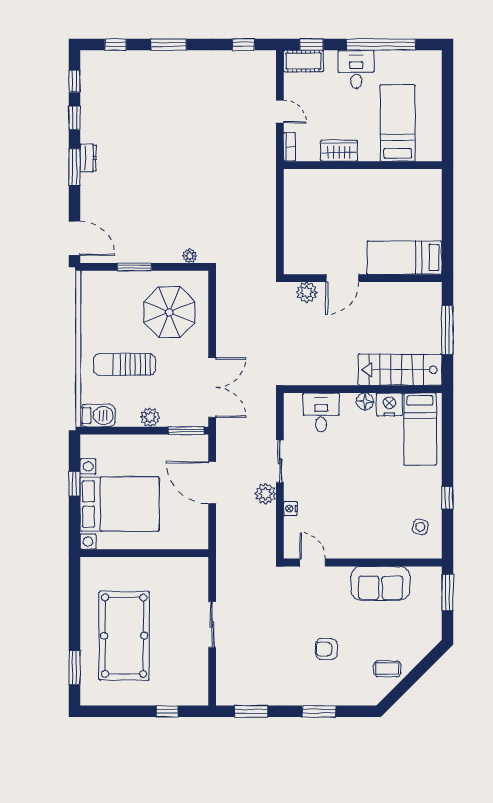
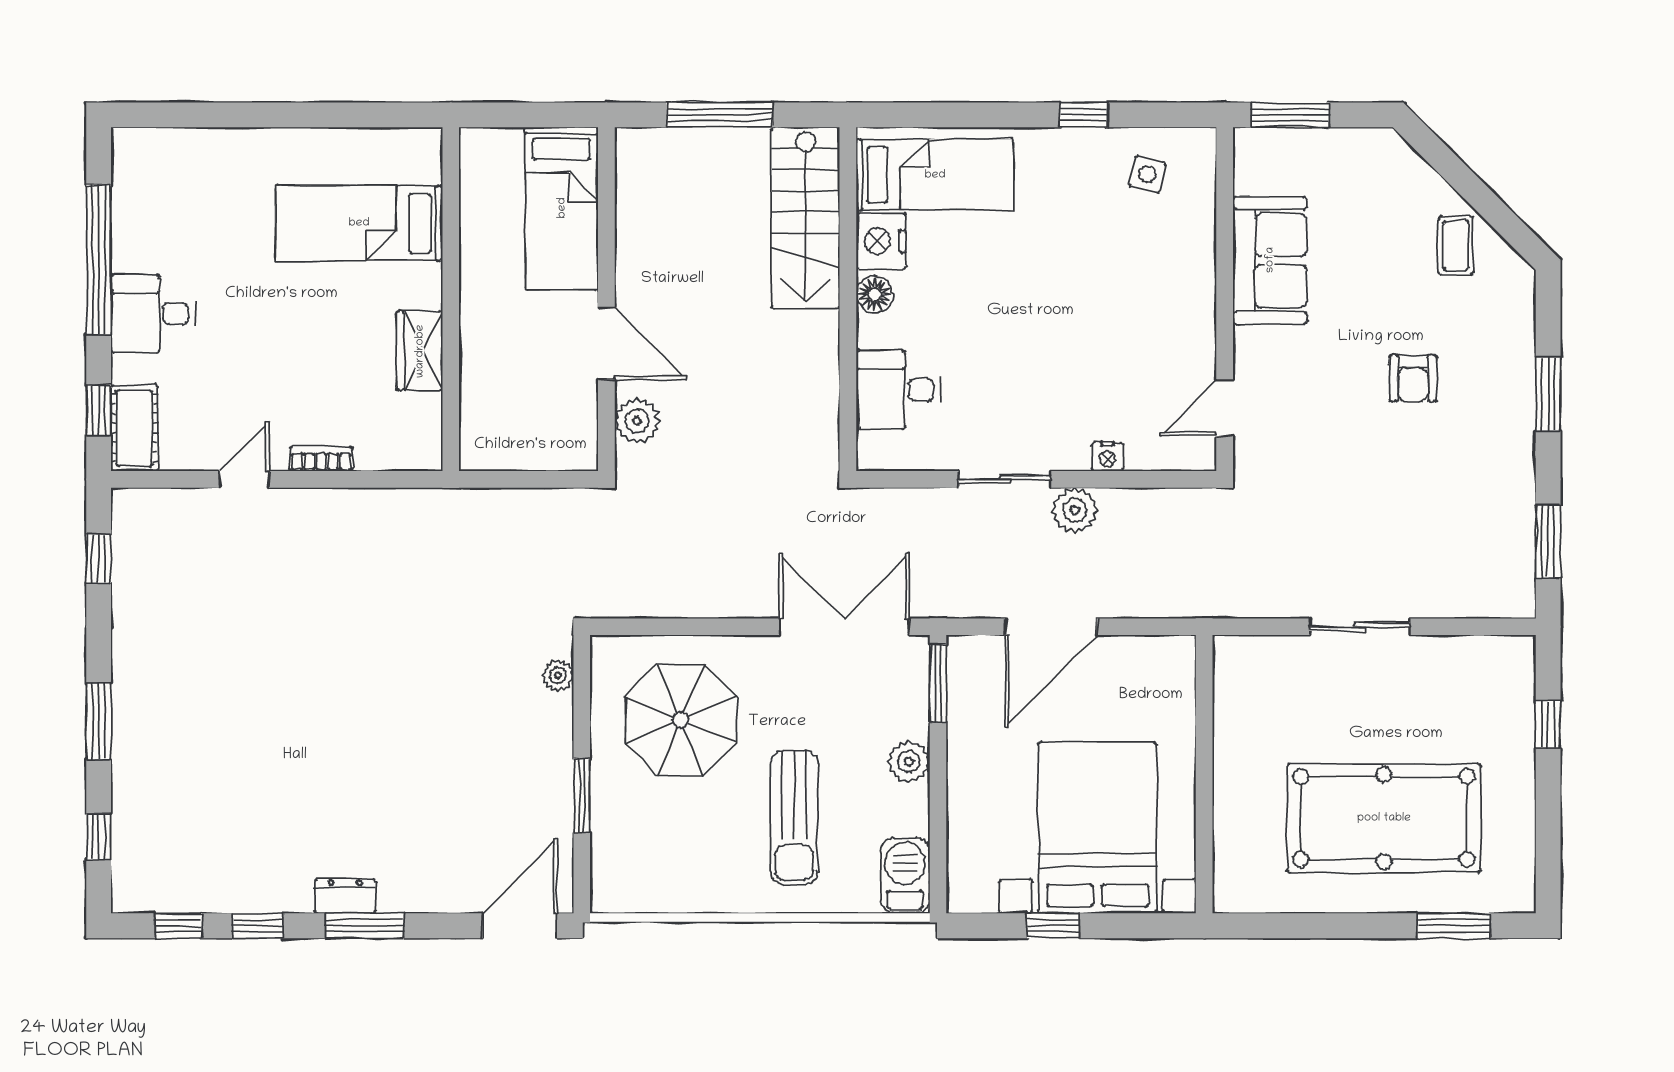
bed: (398, 123) -> (359, 223), moved
wardrobe: (339, 151) -> (420, 351), moved
wall: (363, 165) -> (451, 299), moved

